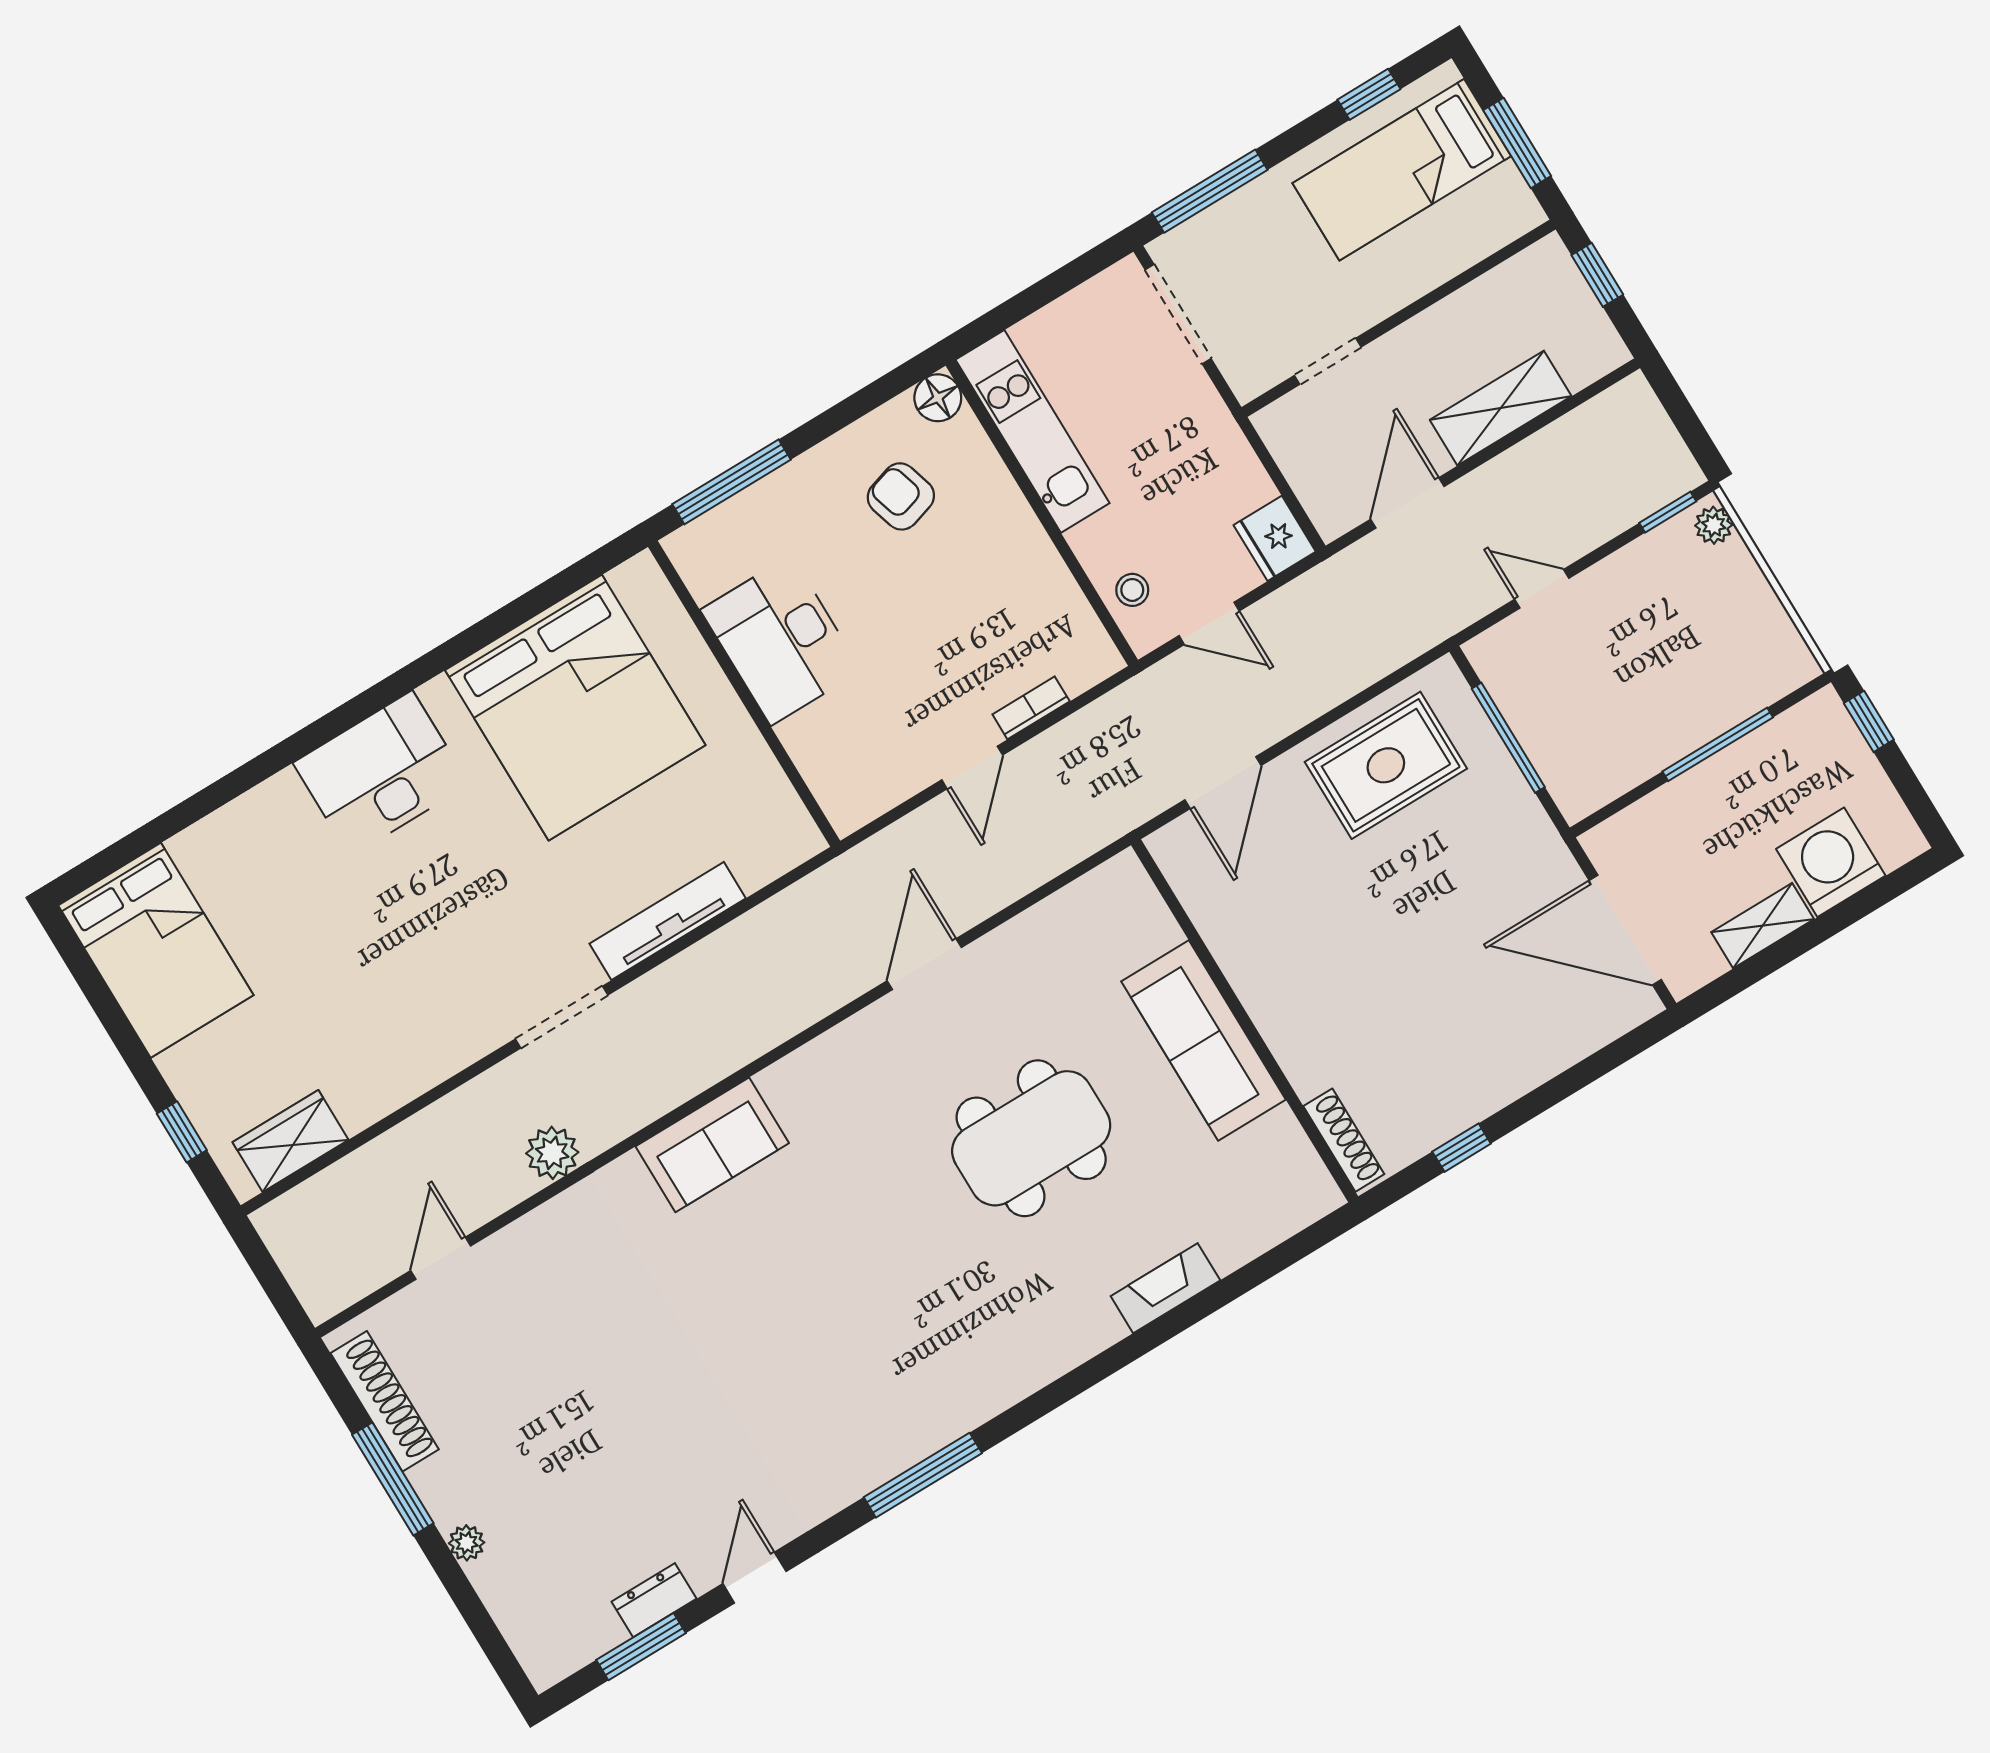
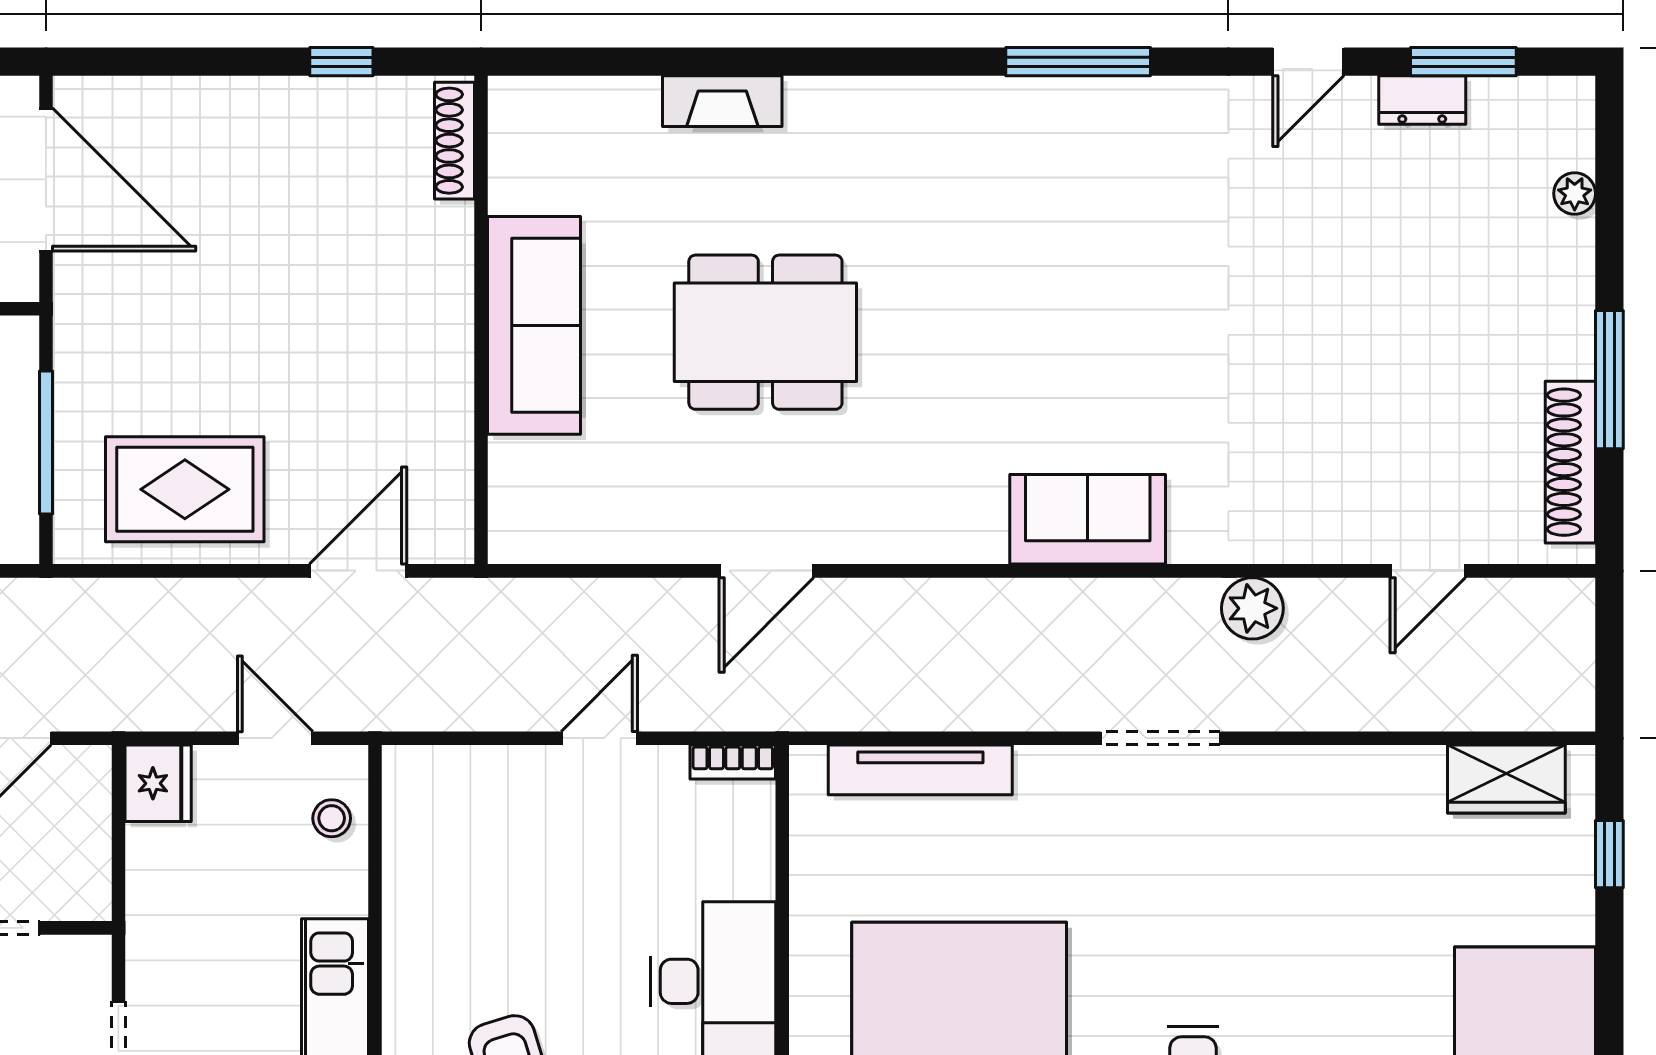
bookcase: (1031, 708) -> (733, 762), moved
tv unit: (668, 921) -> (920, 770), moved
plant: (467, 1543) -> (1575, 194), moved

